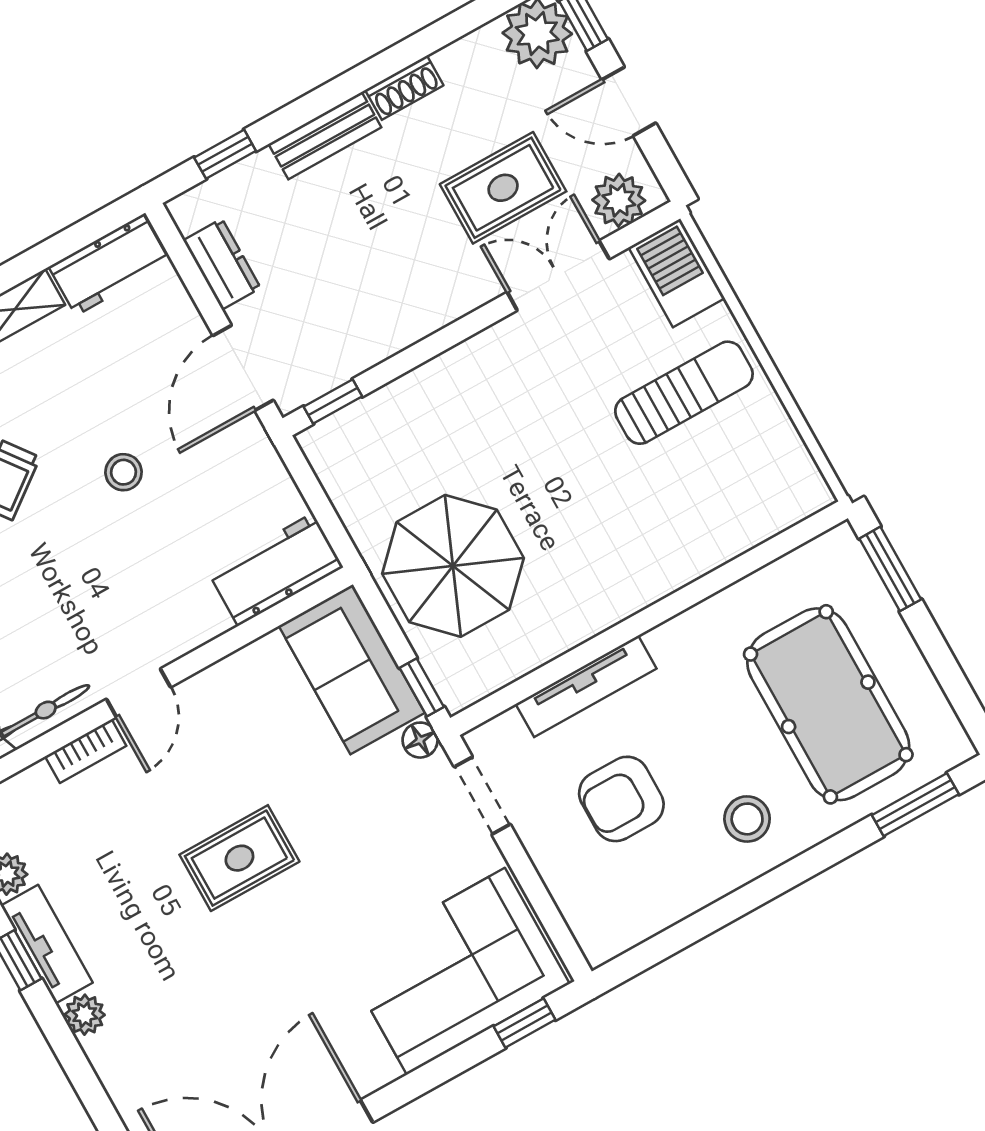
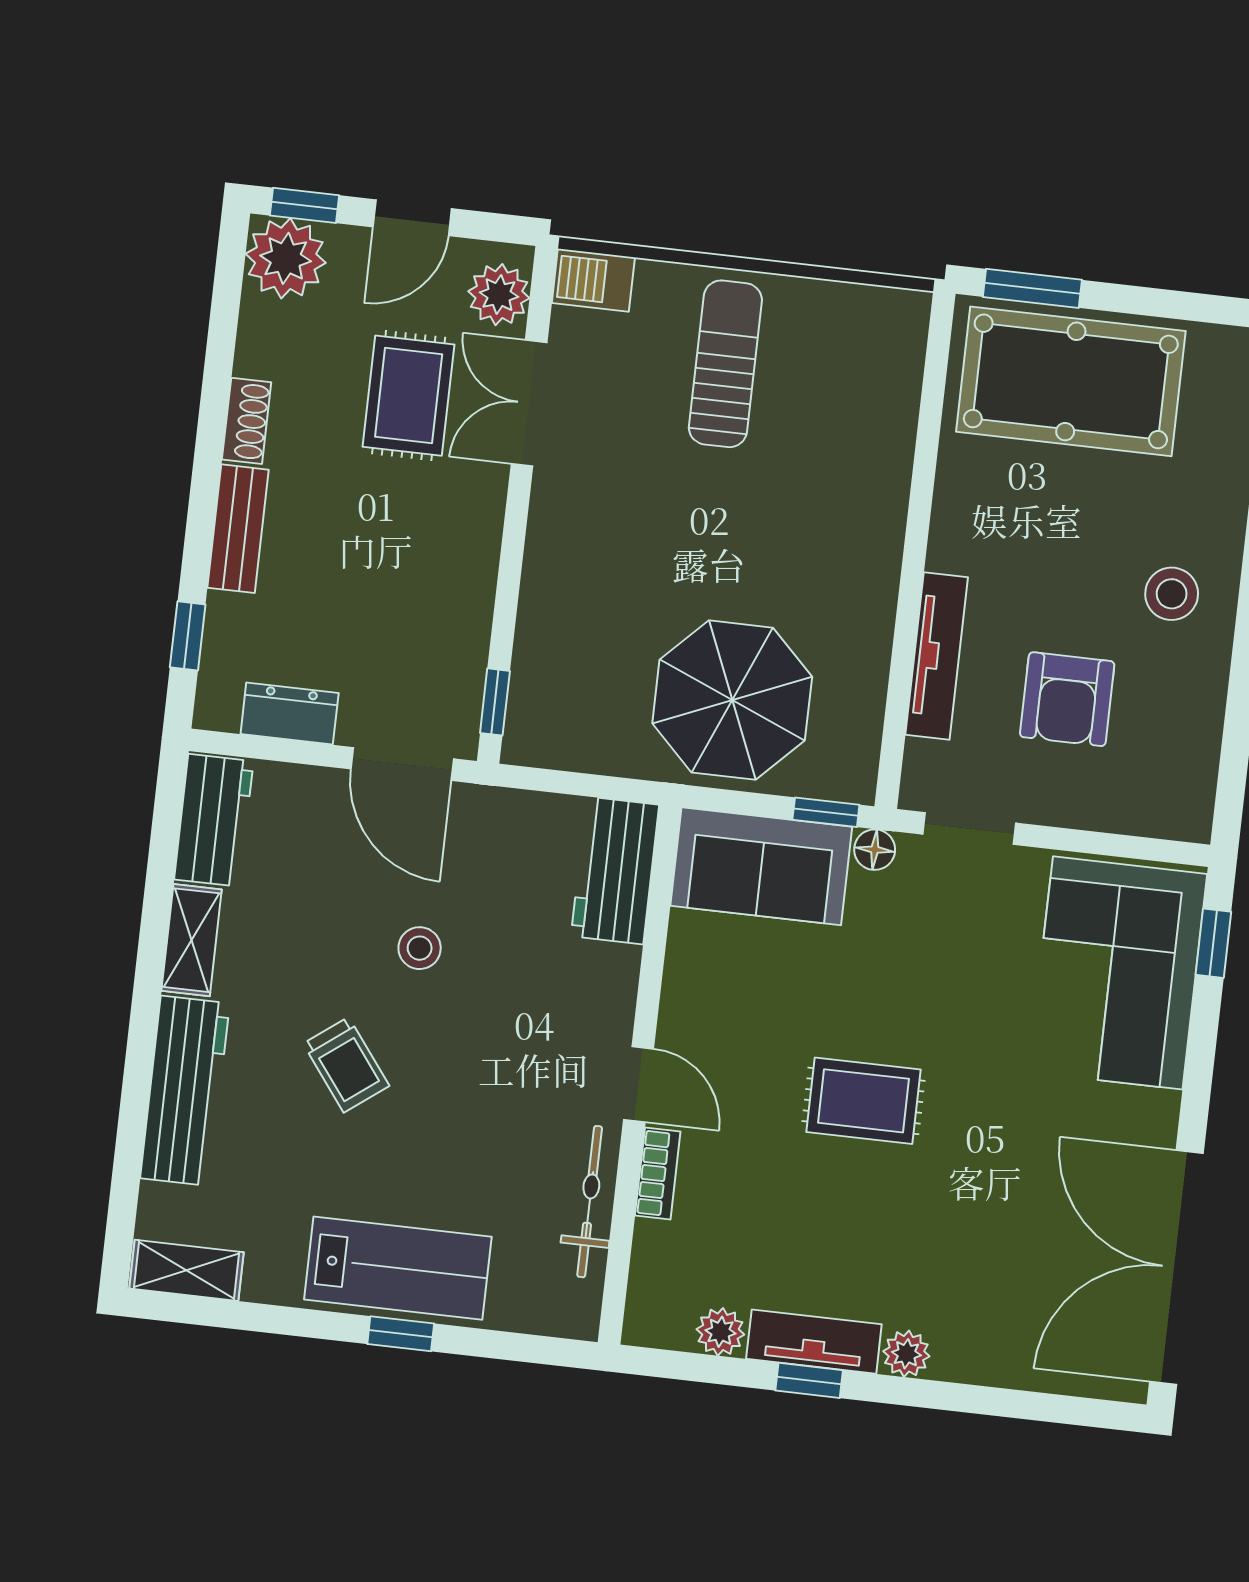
barbecue: (677, 273) -> (593, 280), width x0.73, depth x0.79
pool table: (828, 704) -> (1071, 381), moved
rug: (239, 858) -> (863, 1101), turned 90

